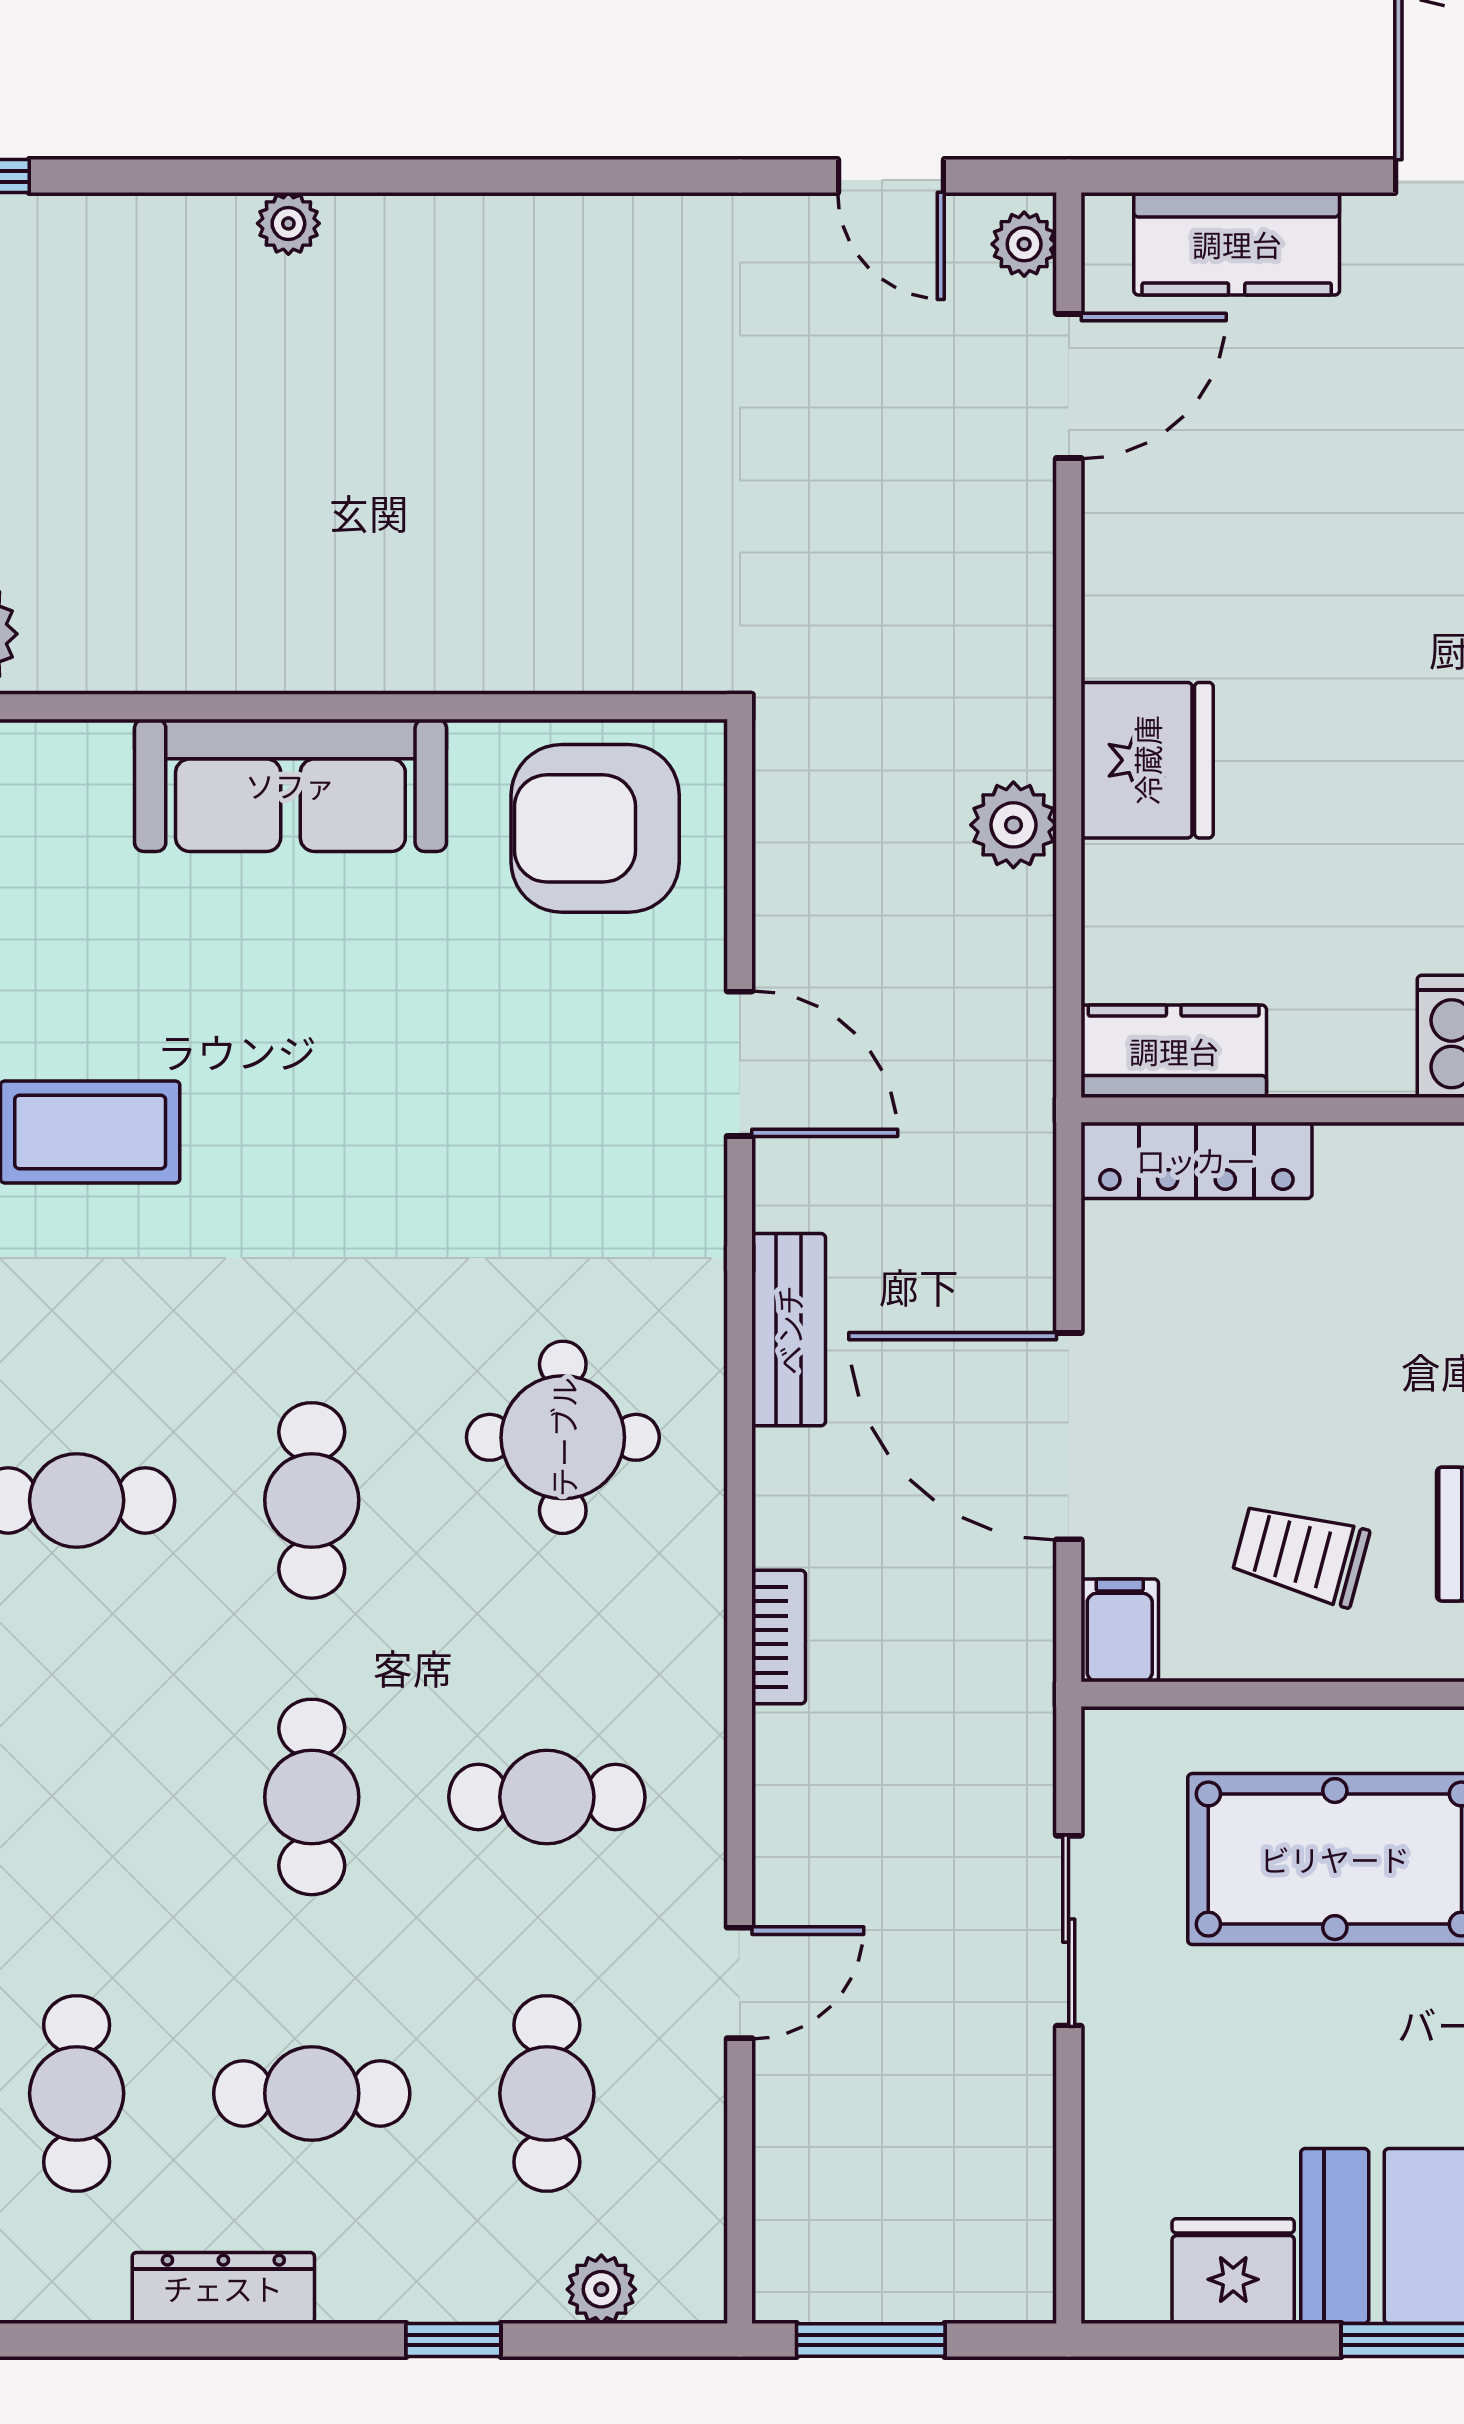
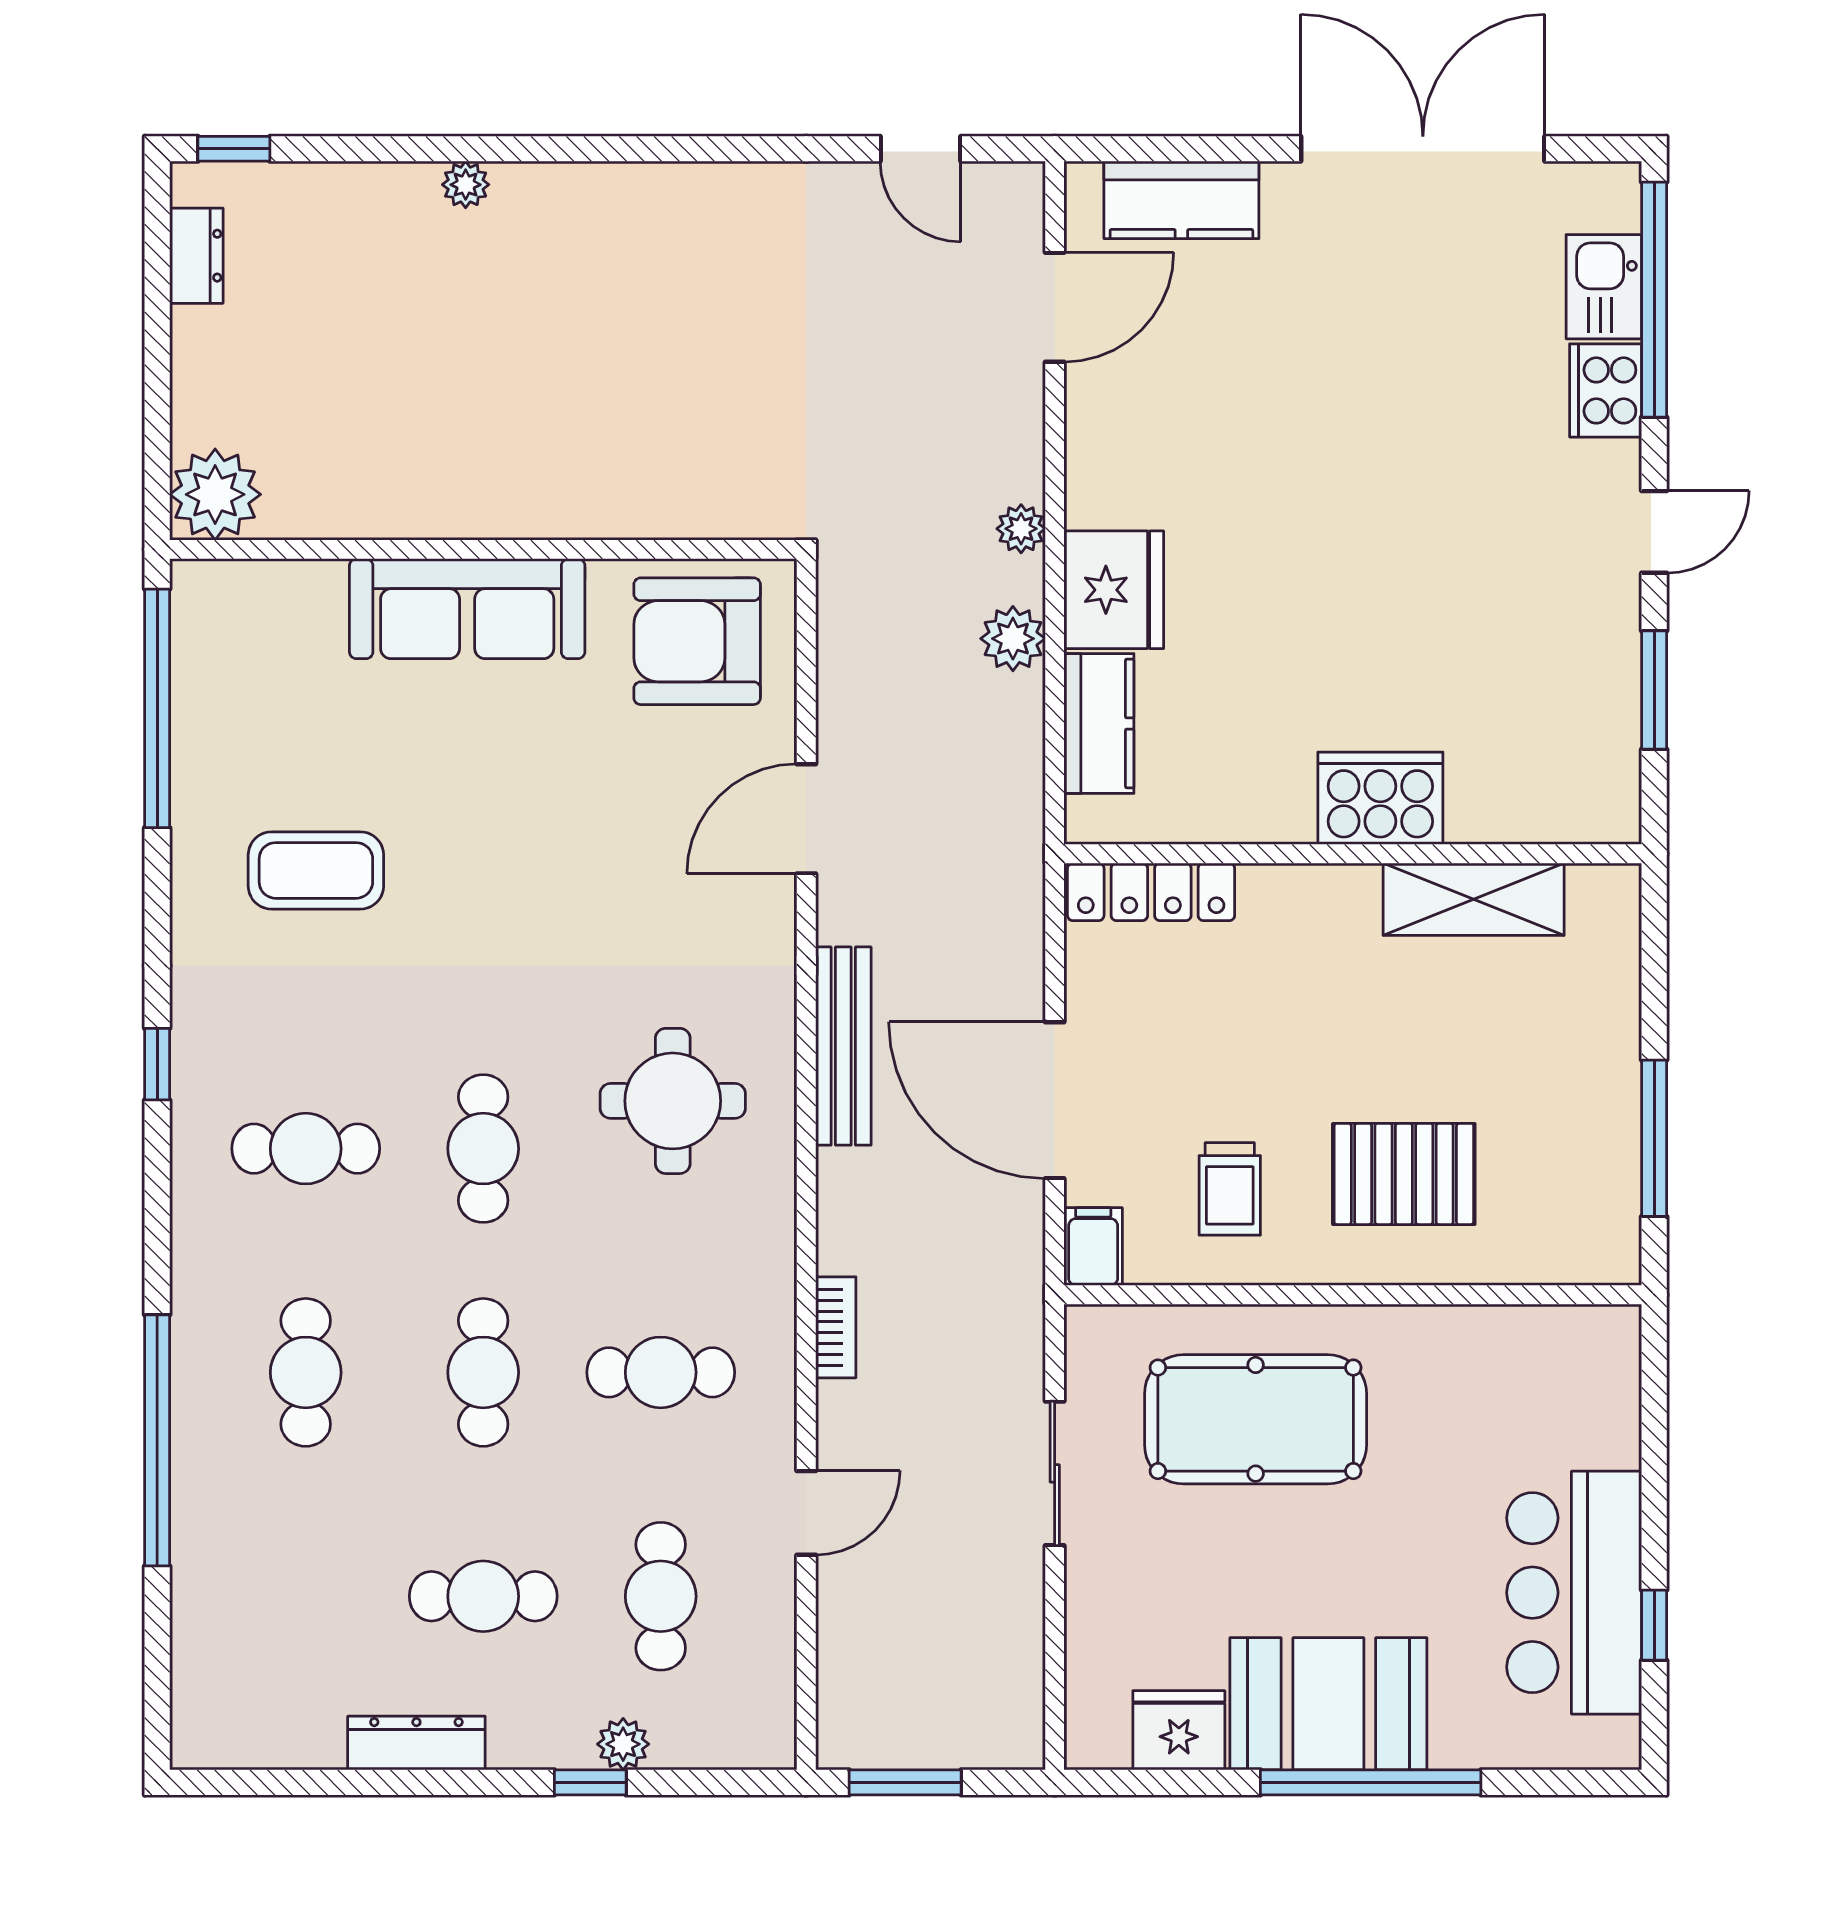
plant: (1024, 244) -> (1021, 529), moved
kitchen counter: (1174, 1051) -> (1099, 723), moved, turned 90
door: (740, 1064) -> (806, 819), swing flipped
bench: (789, 1330) -> (843, 1046), width x1.36
trolley: (1301, 1554) -> (1230, 1189), turned -105
bookcase: (779, 1637) -> (836, 1327), moved
cafe table: (77, 2093) -> (306, 1372), moved
plant: (601, 2289) -> (623, 1744), moved

